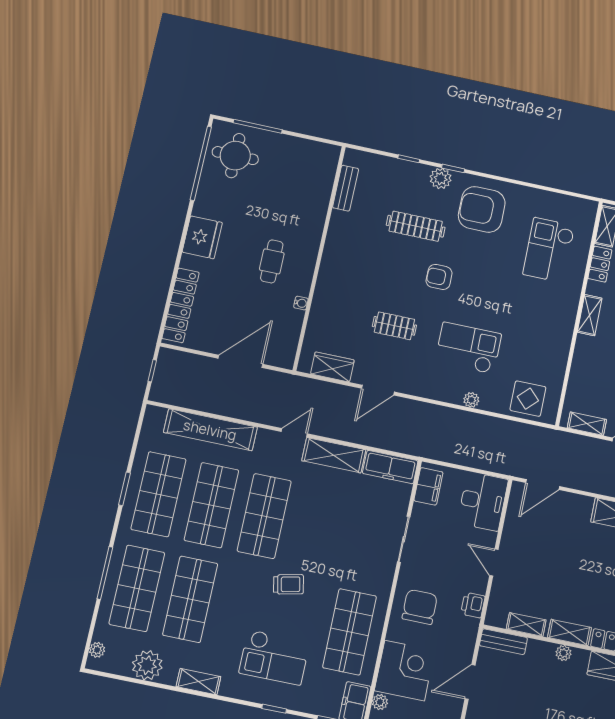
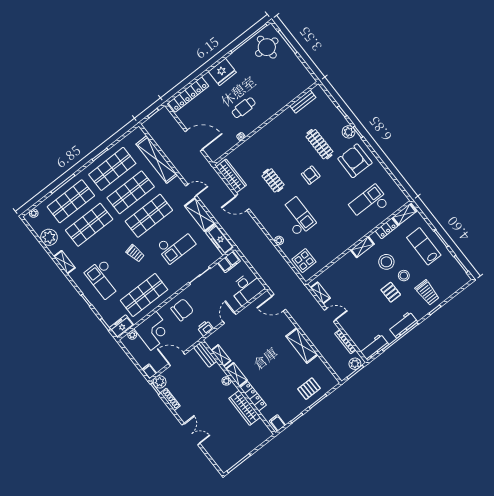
wardrobe: (332, 367) -> (231, 176), width x1.50
checkout: (336, 525) -> (176, 245), added

